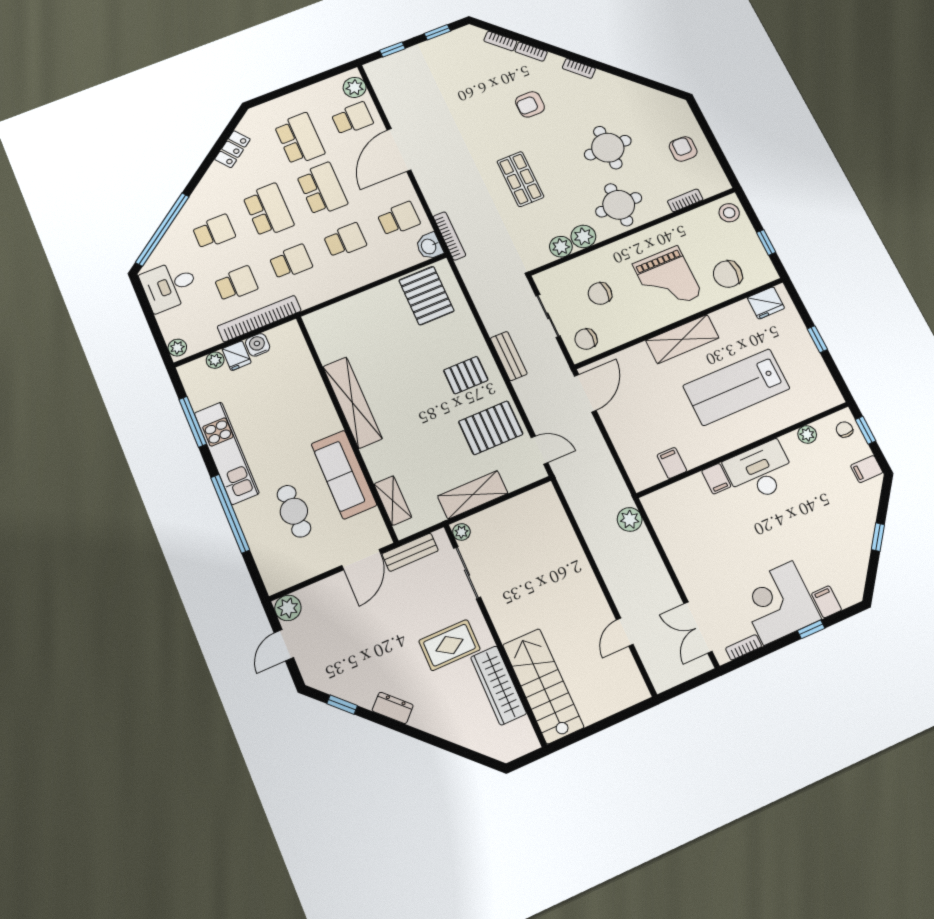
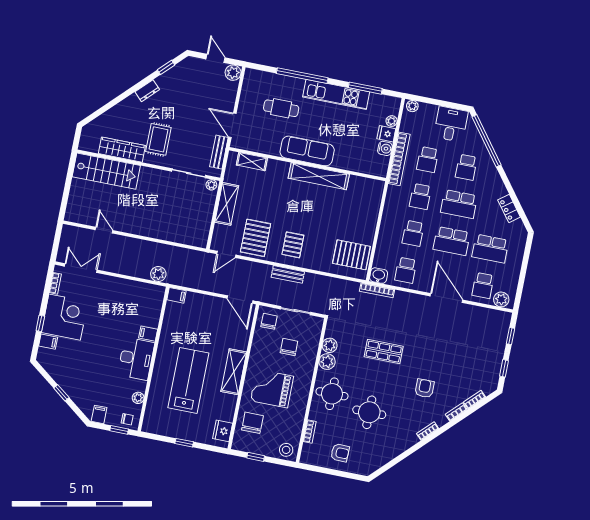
filing cabinet: (672, 463) -> (176, 295), moved
sofa: (344, 474) -> (307, 151), moved

